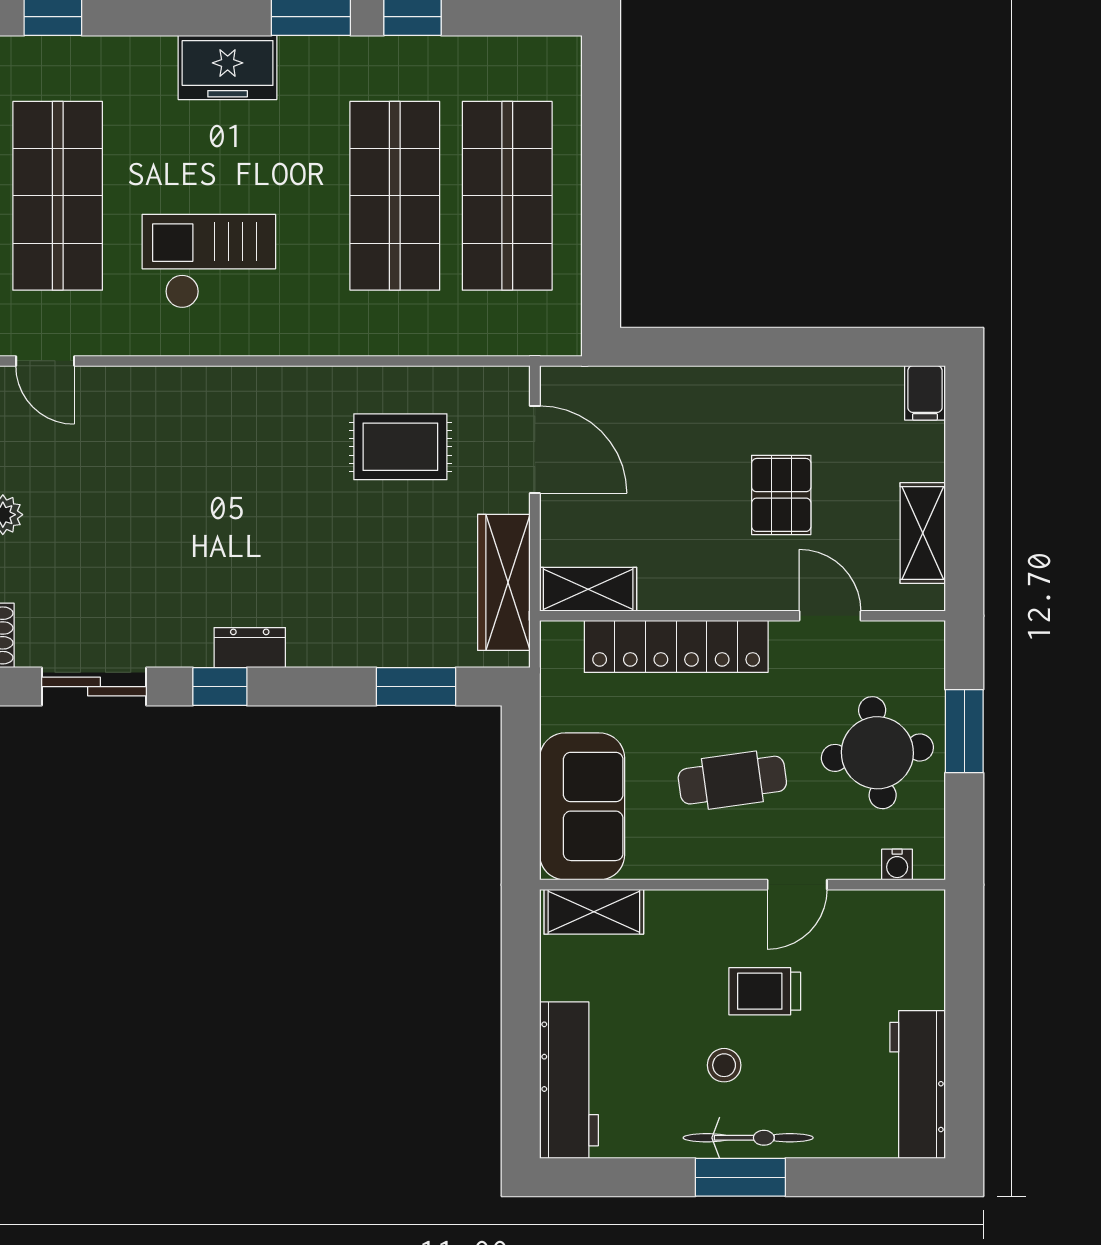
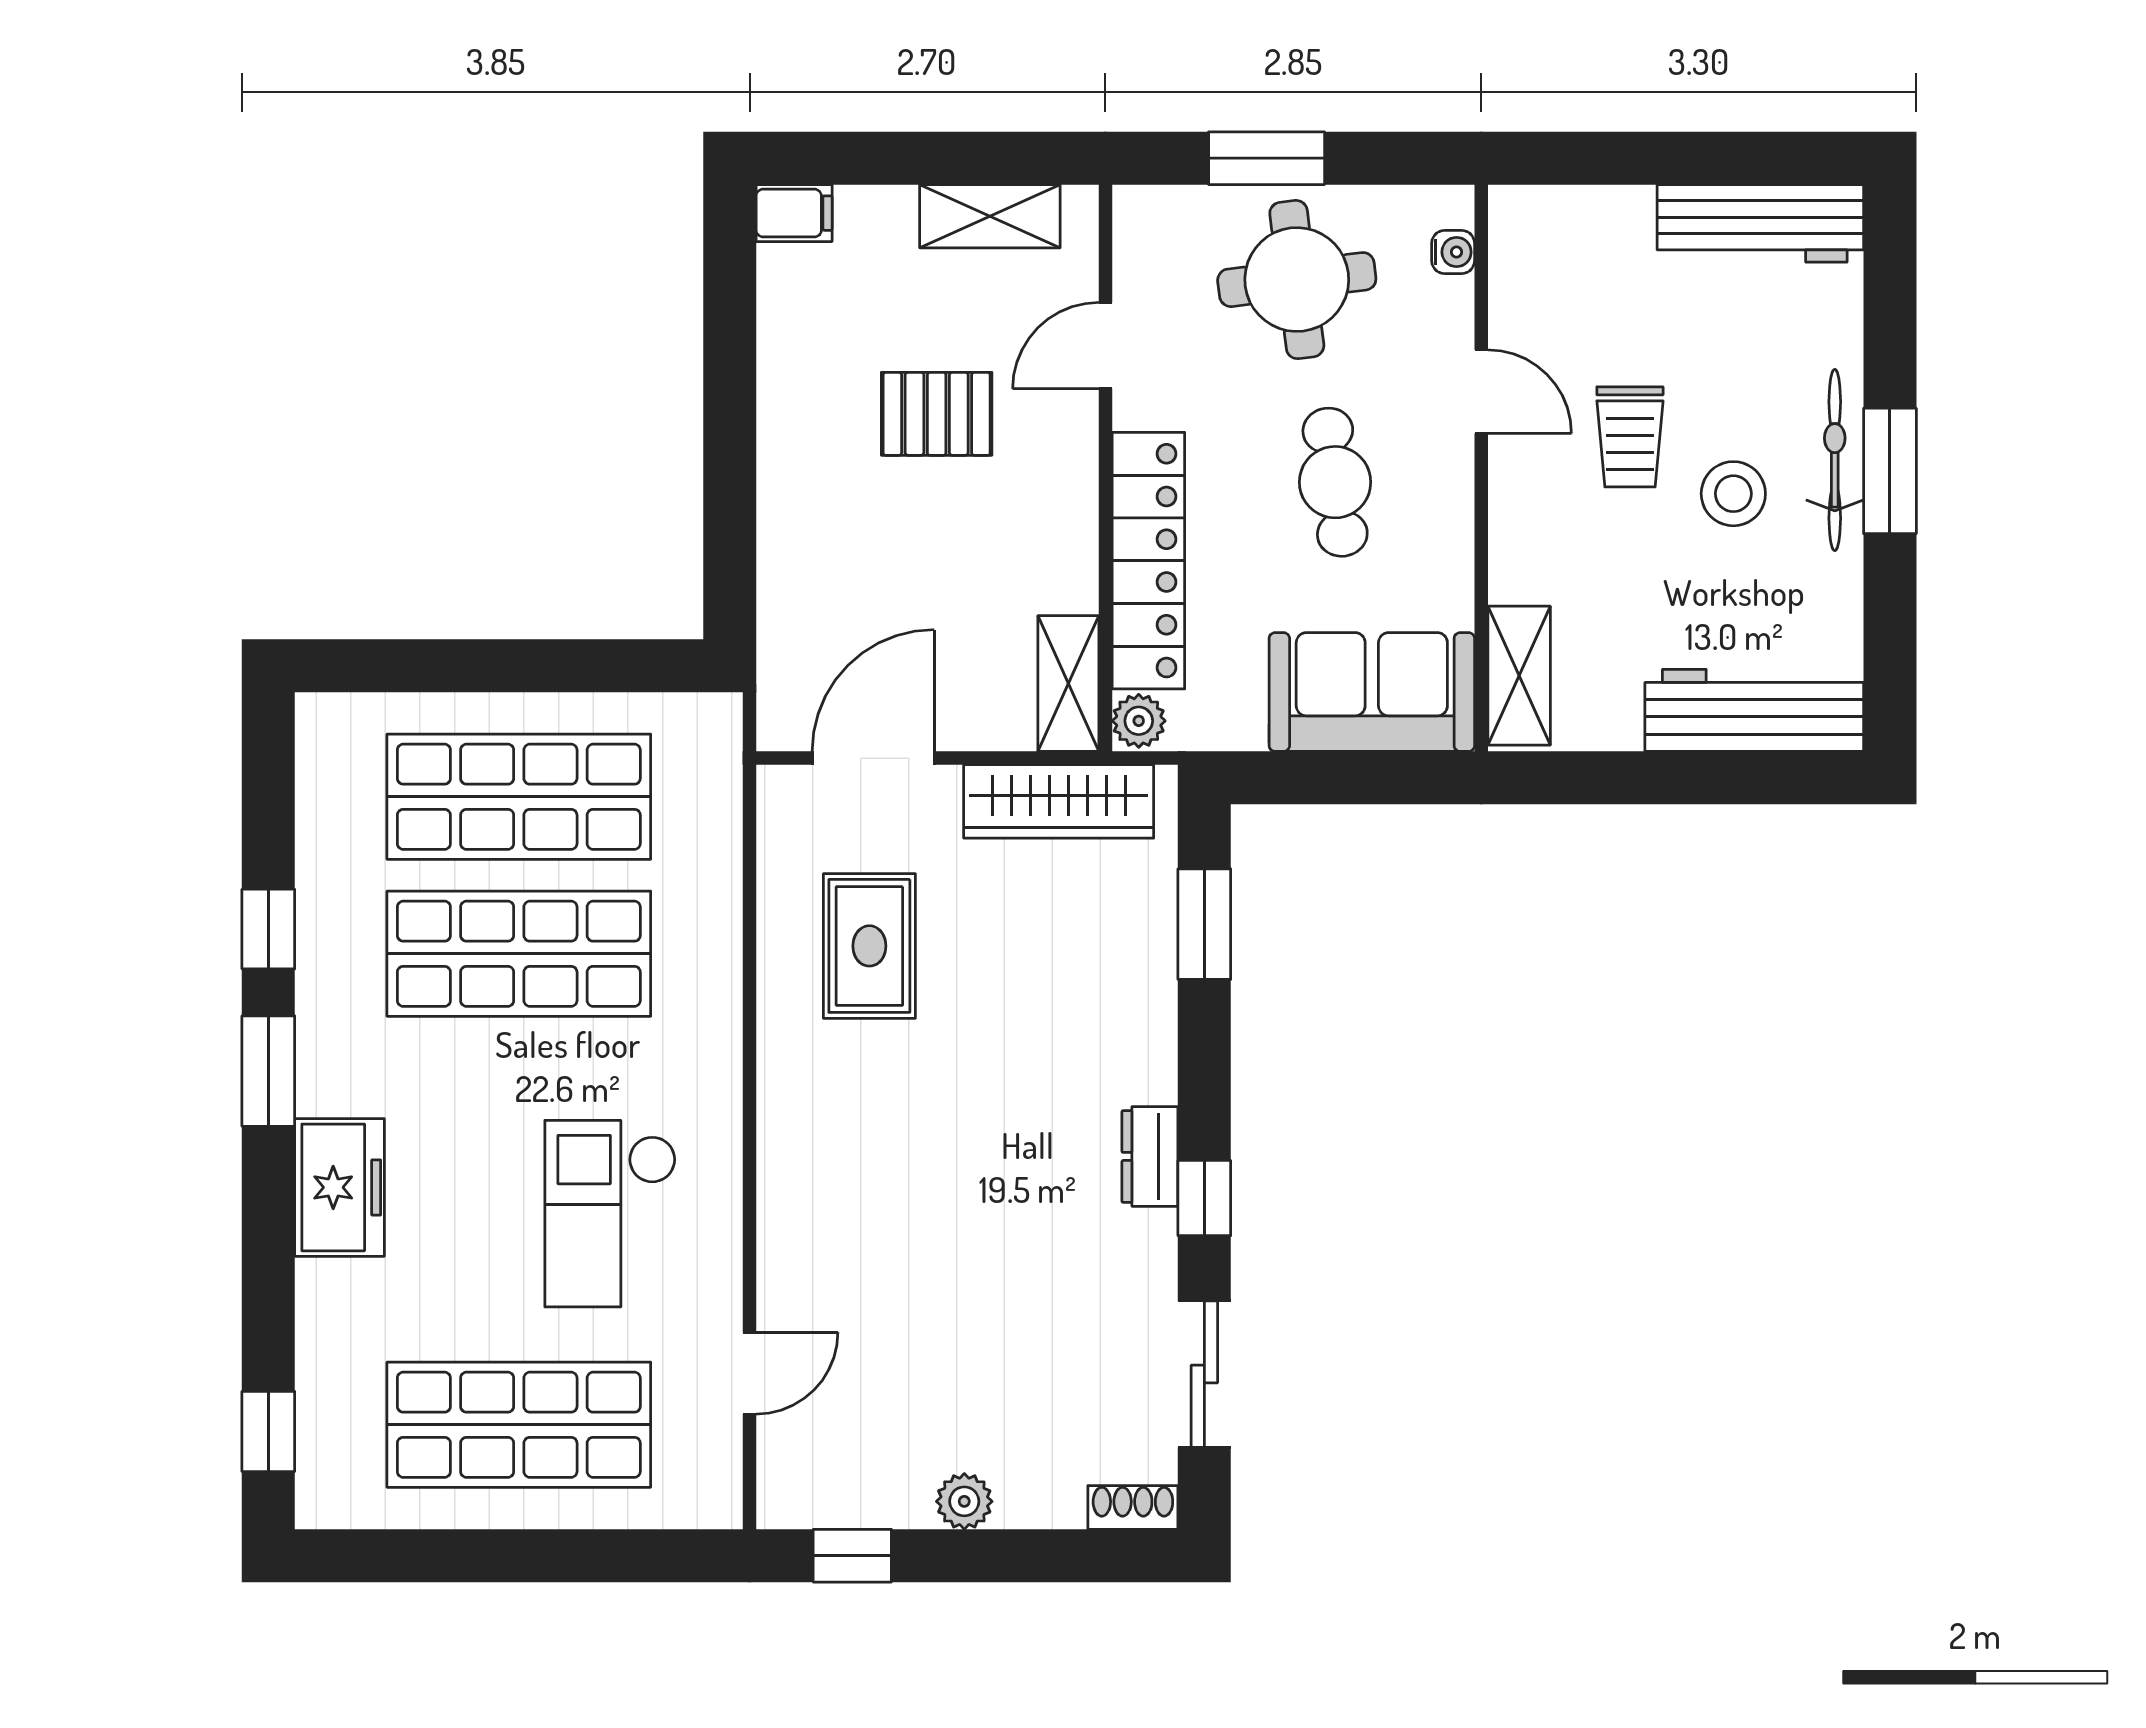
door: (45, 361) -> (750, 1373), moved
plant: (562, 640) -> (1139, 721), added
stool: (724, 1065) -> (1733, 494), width x1.37, depth x1.37

